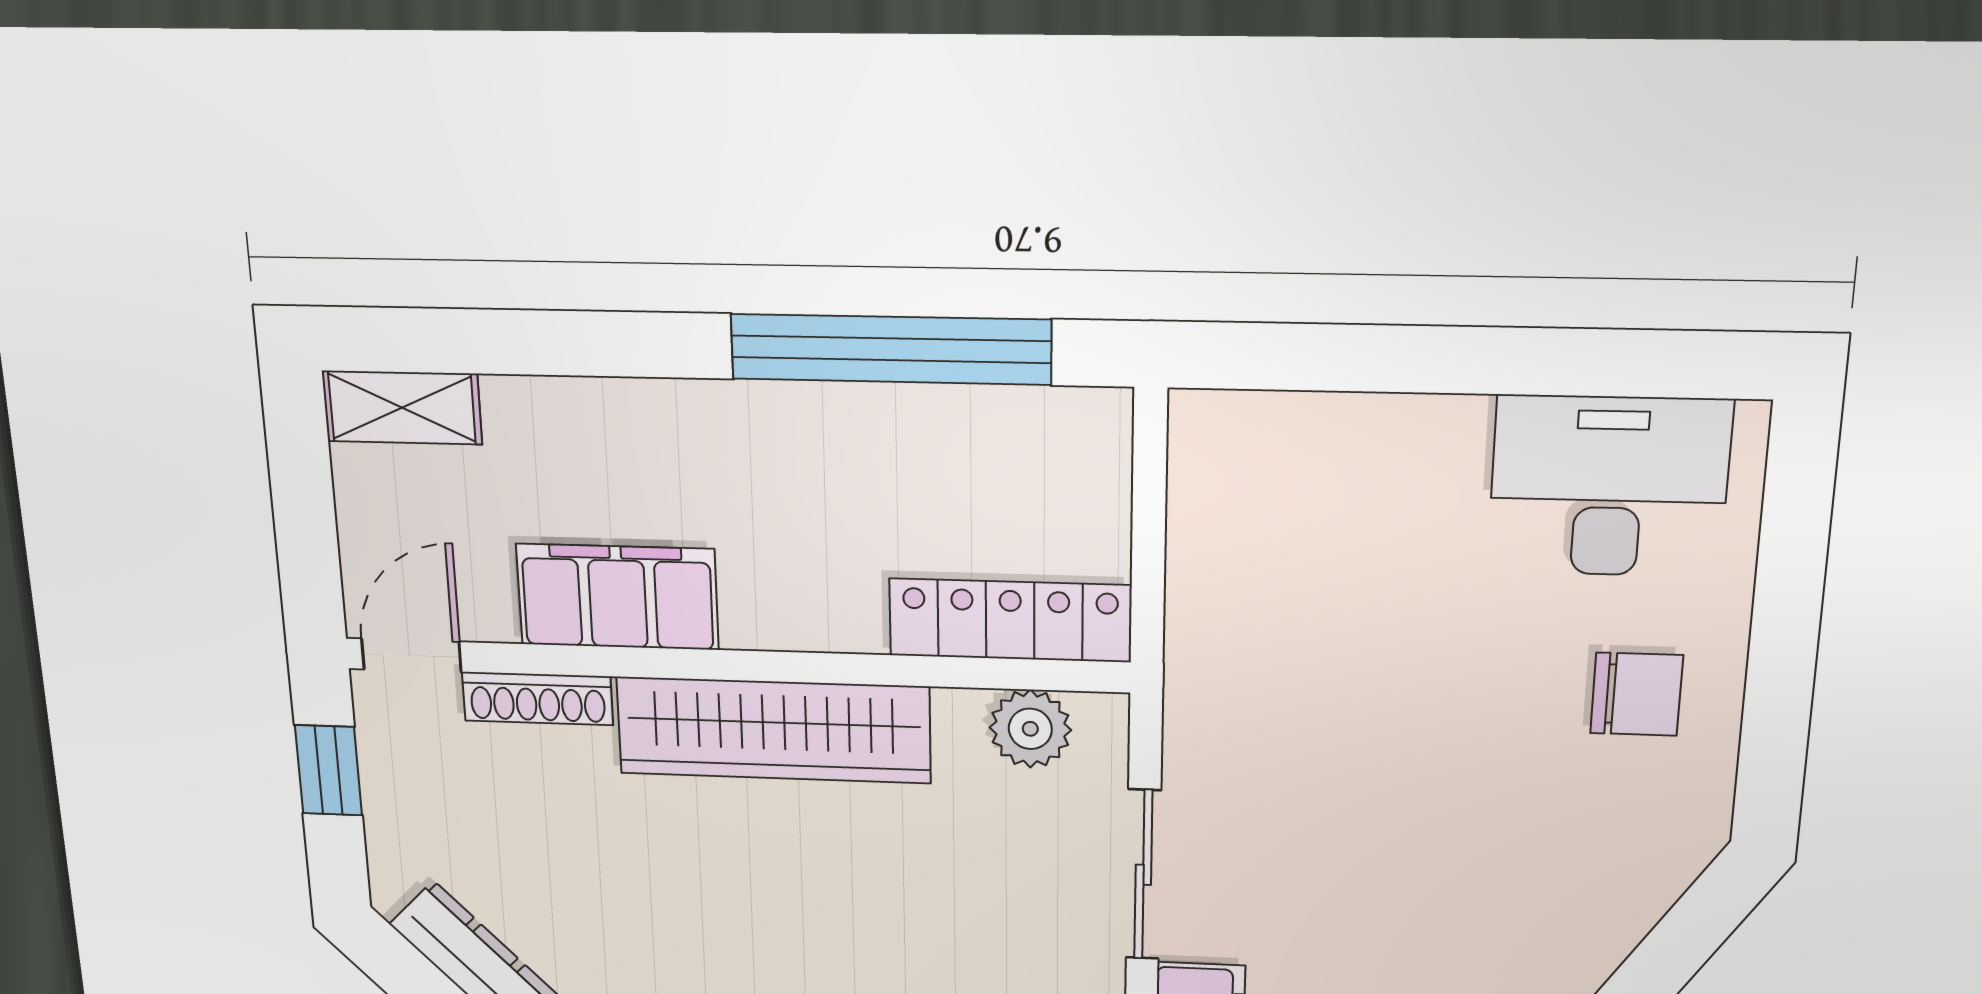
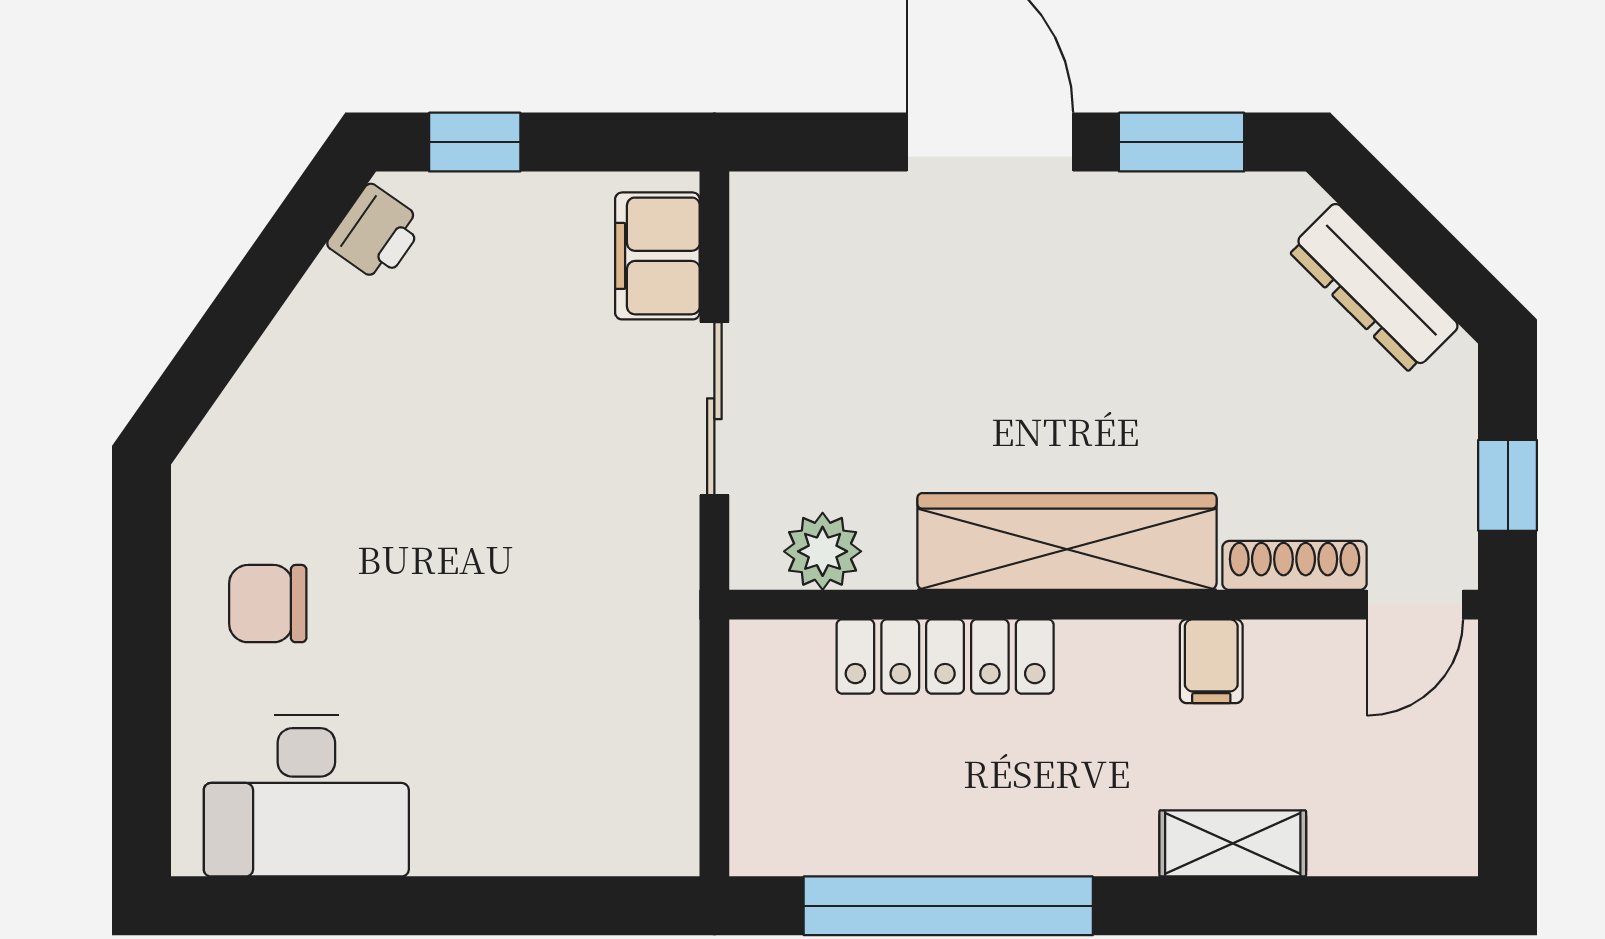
shelving: (402, 408) -> (1233, 843), moved
filing cabinet: (617, 597) -> (1211, 661), width x0.33, depth x0.86
locker: (1010, 620) -> (945, 656), moved

